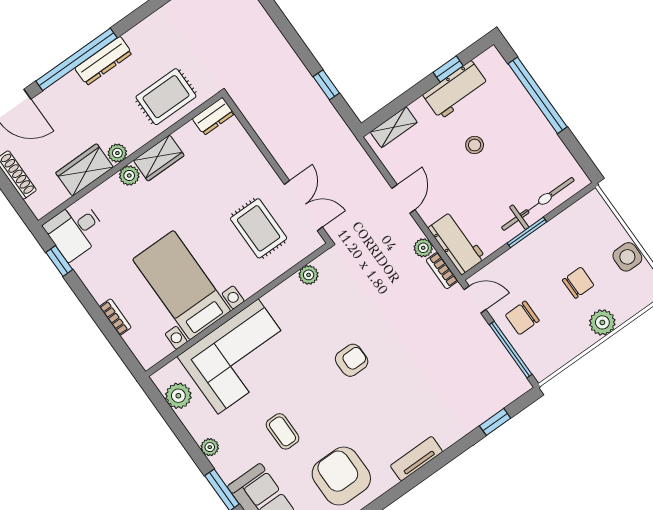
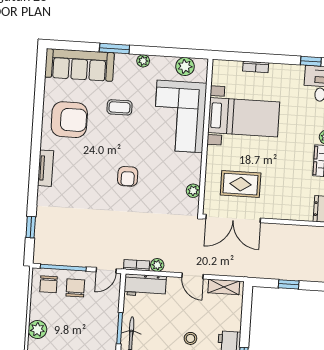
shelving: (394, 127) -> (224, 287), moved, turned 90
double door: (303, 206) -> (233, 219), width x1.37
chair: (578, 283) -> (49, 284), moved

